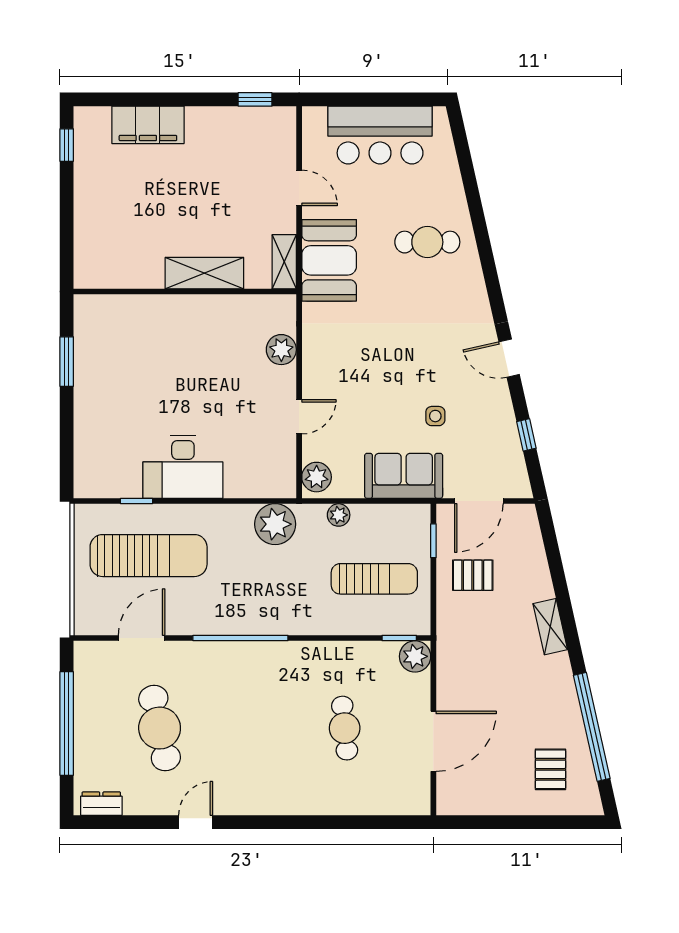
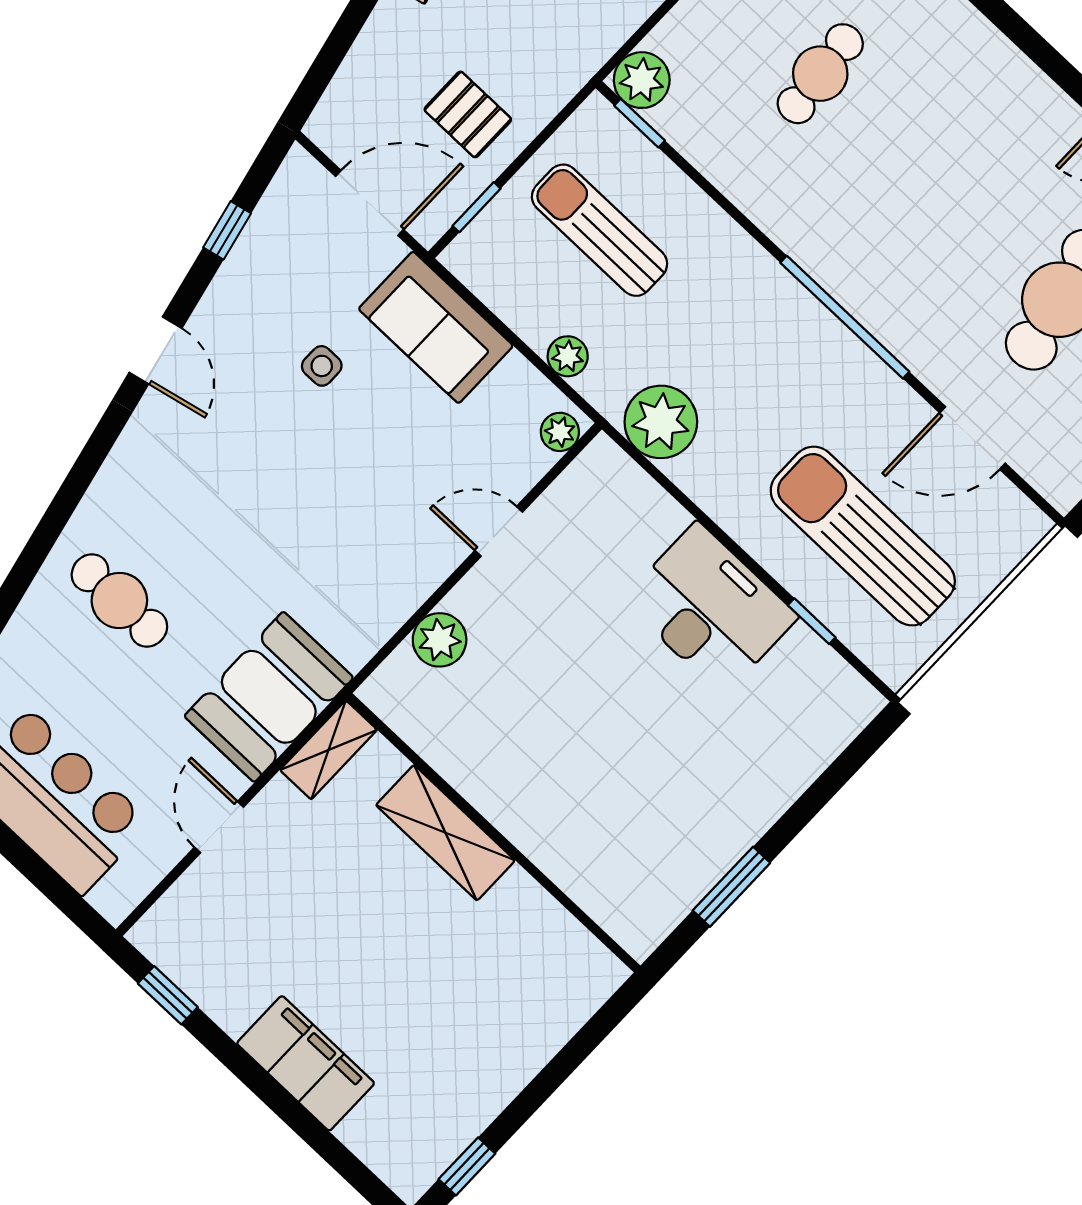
filing cabinet: (148, 125) -> (306, 1063), moved
plant: (317, 477) -> (560, 432), width x0.73, depth x0.73

